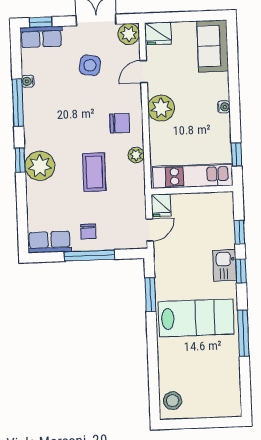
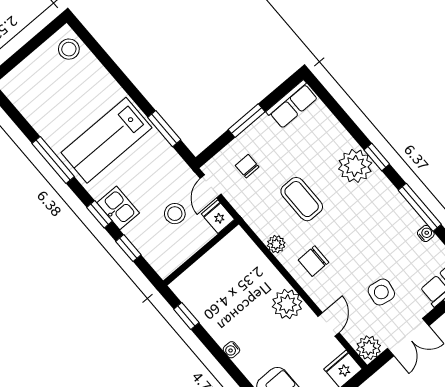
kitchen unit: (193, 176) -> (210, 266), removed
stool: (189, 231) -> (175, 214), added
chair: (88, 232) -> (247, 166), moved
window: (89, 256) -> (247, 121), width x0.69

